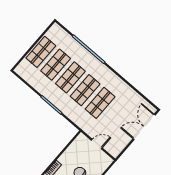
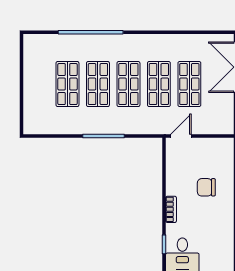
shop shelf: (41, 52) -> (189, 84), moved
door: (97, 144) -> (181, 136), moved

